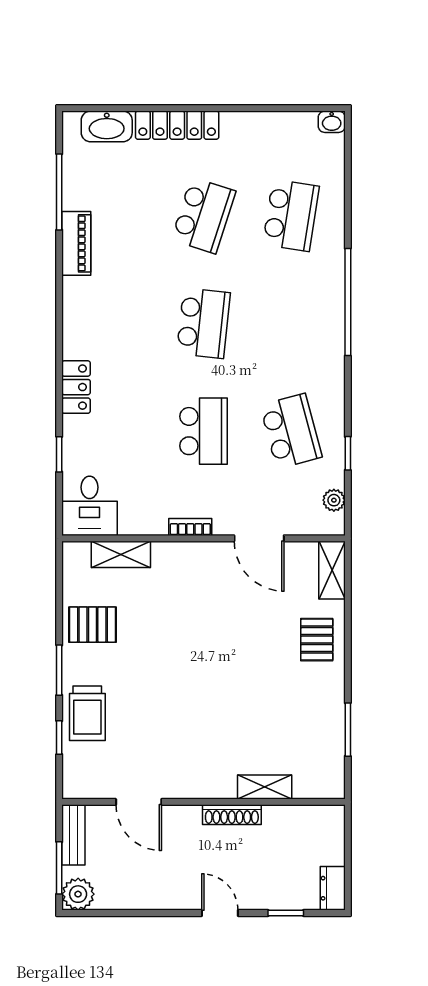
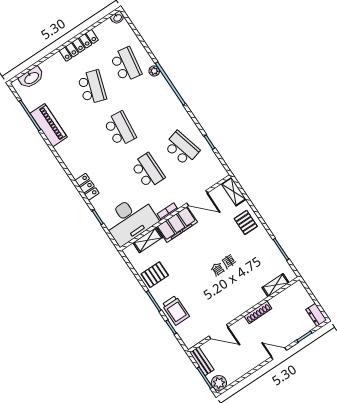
locker: (177, 125) -> (79, 45), moved
piano: (76, 243) -> (49, 125), width x1.37, depth x1.33
plant: (334, 500) -> (154, 71), moved
desk: (90, 506) -> (130, 220), width x1.87, depth x1.30
filing cabinet: (192, 561) -> (177, 224), added
shelving: (265, 787) -> (276, 285), moved

